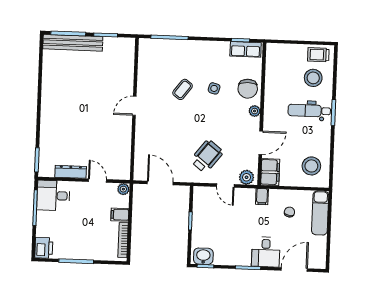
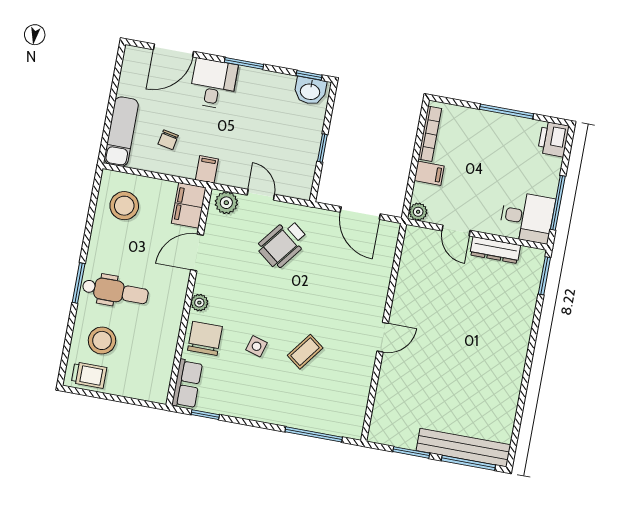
row of seats: (246, 49) -> (187, 384), moved, turned 90

